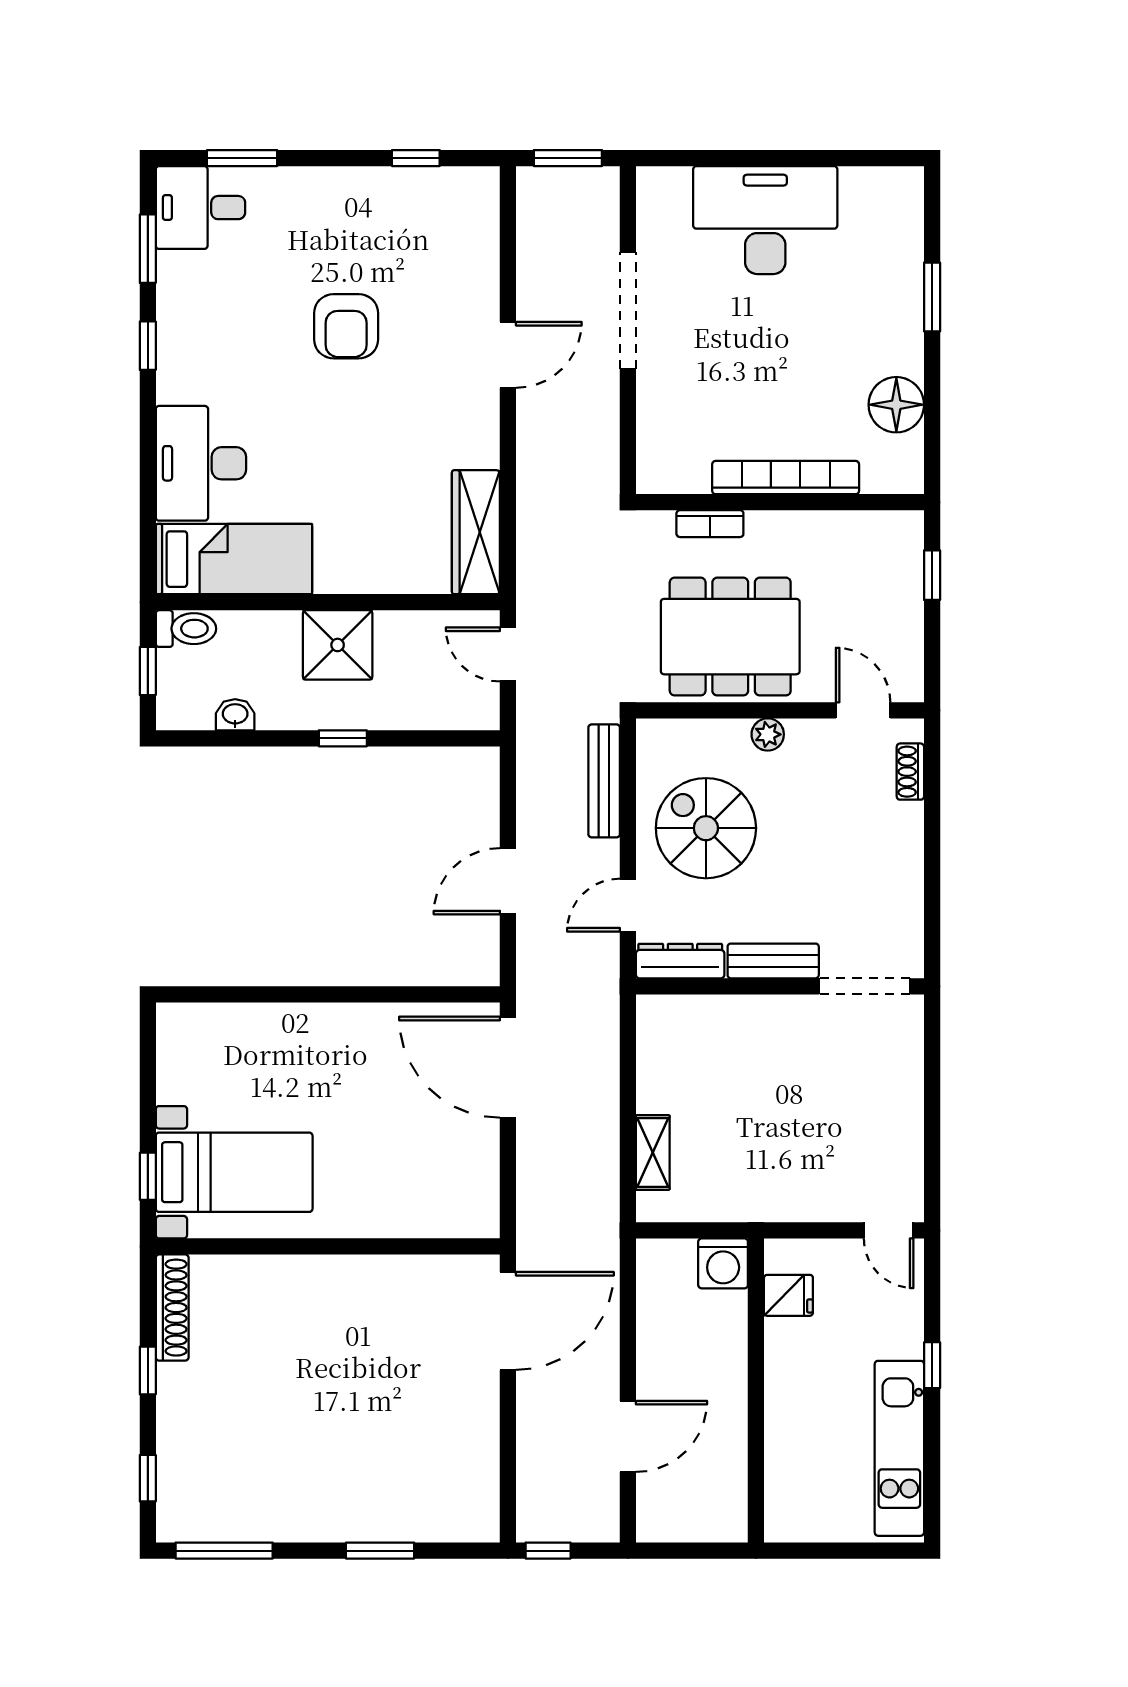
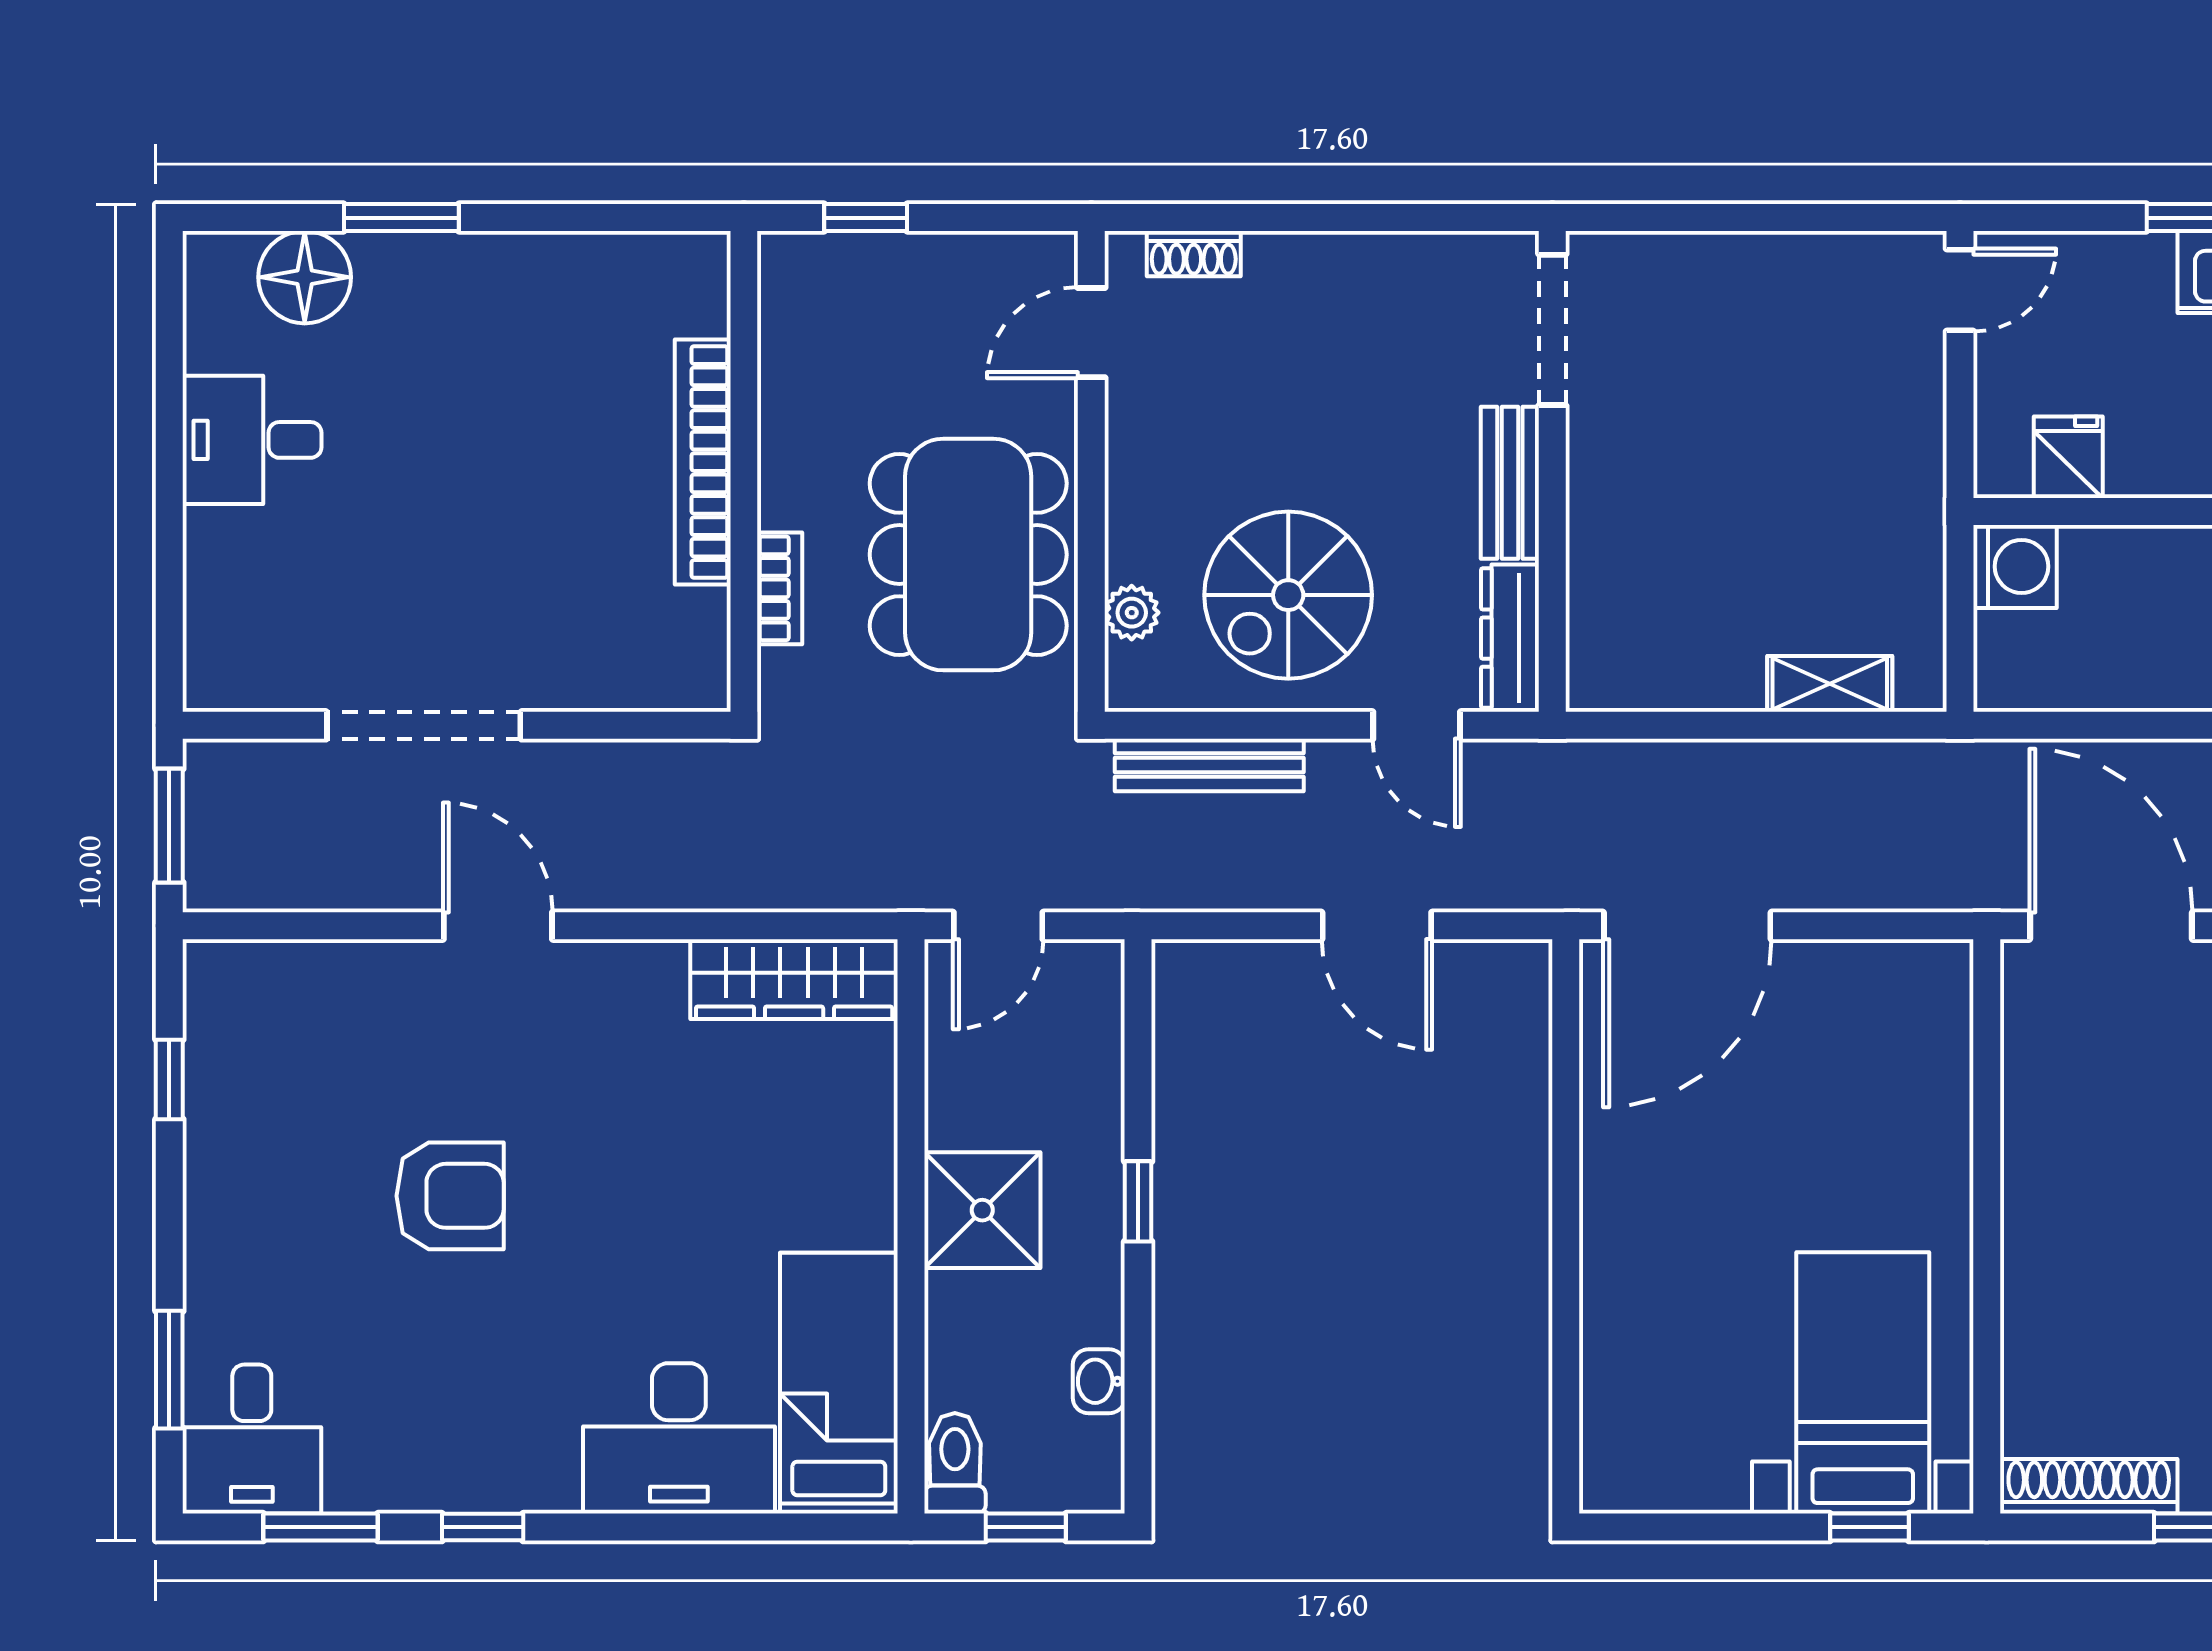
desk: (765, 220) -> (252, 440), width x0.53, depth x0.77
floor lamp: (896, 405) -> (305, 277), moved
plant: (768, 734) -> (1132, 613), moved

